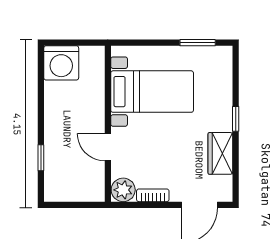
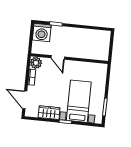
washing machine: (61, 63) -> (42, 33), moved, turned -90
bed with nightstands: (152, 92) -> (79, 101), moved, turned 180
door: (108, 147) -> (58, 57), swing flipped

